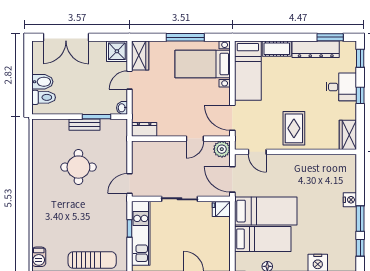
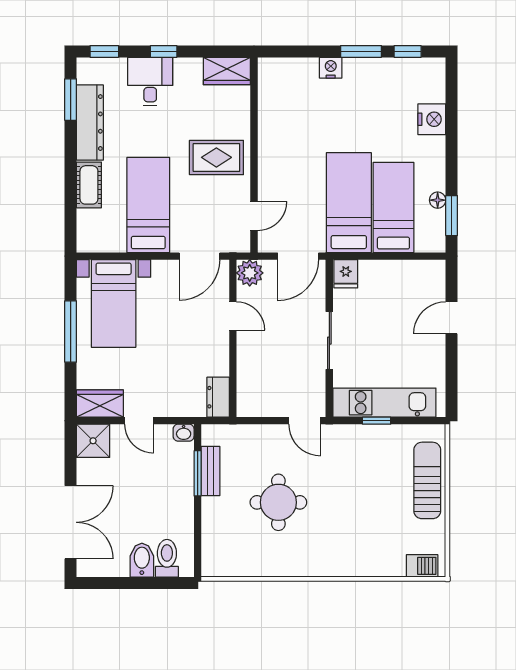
bed: (248, 71) -> (148, 205), moved, turned -90
bench: (85, 125) -> (210, 471), moved

